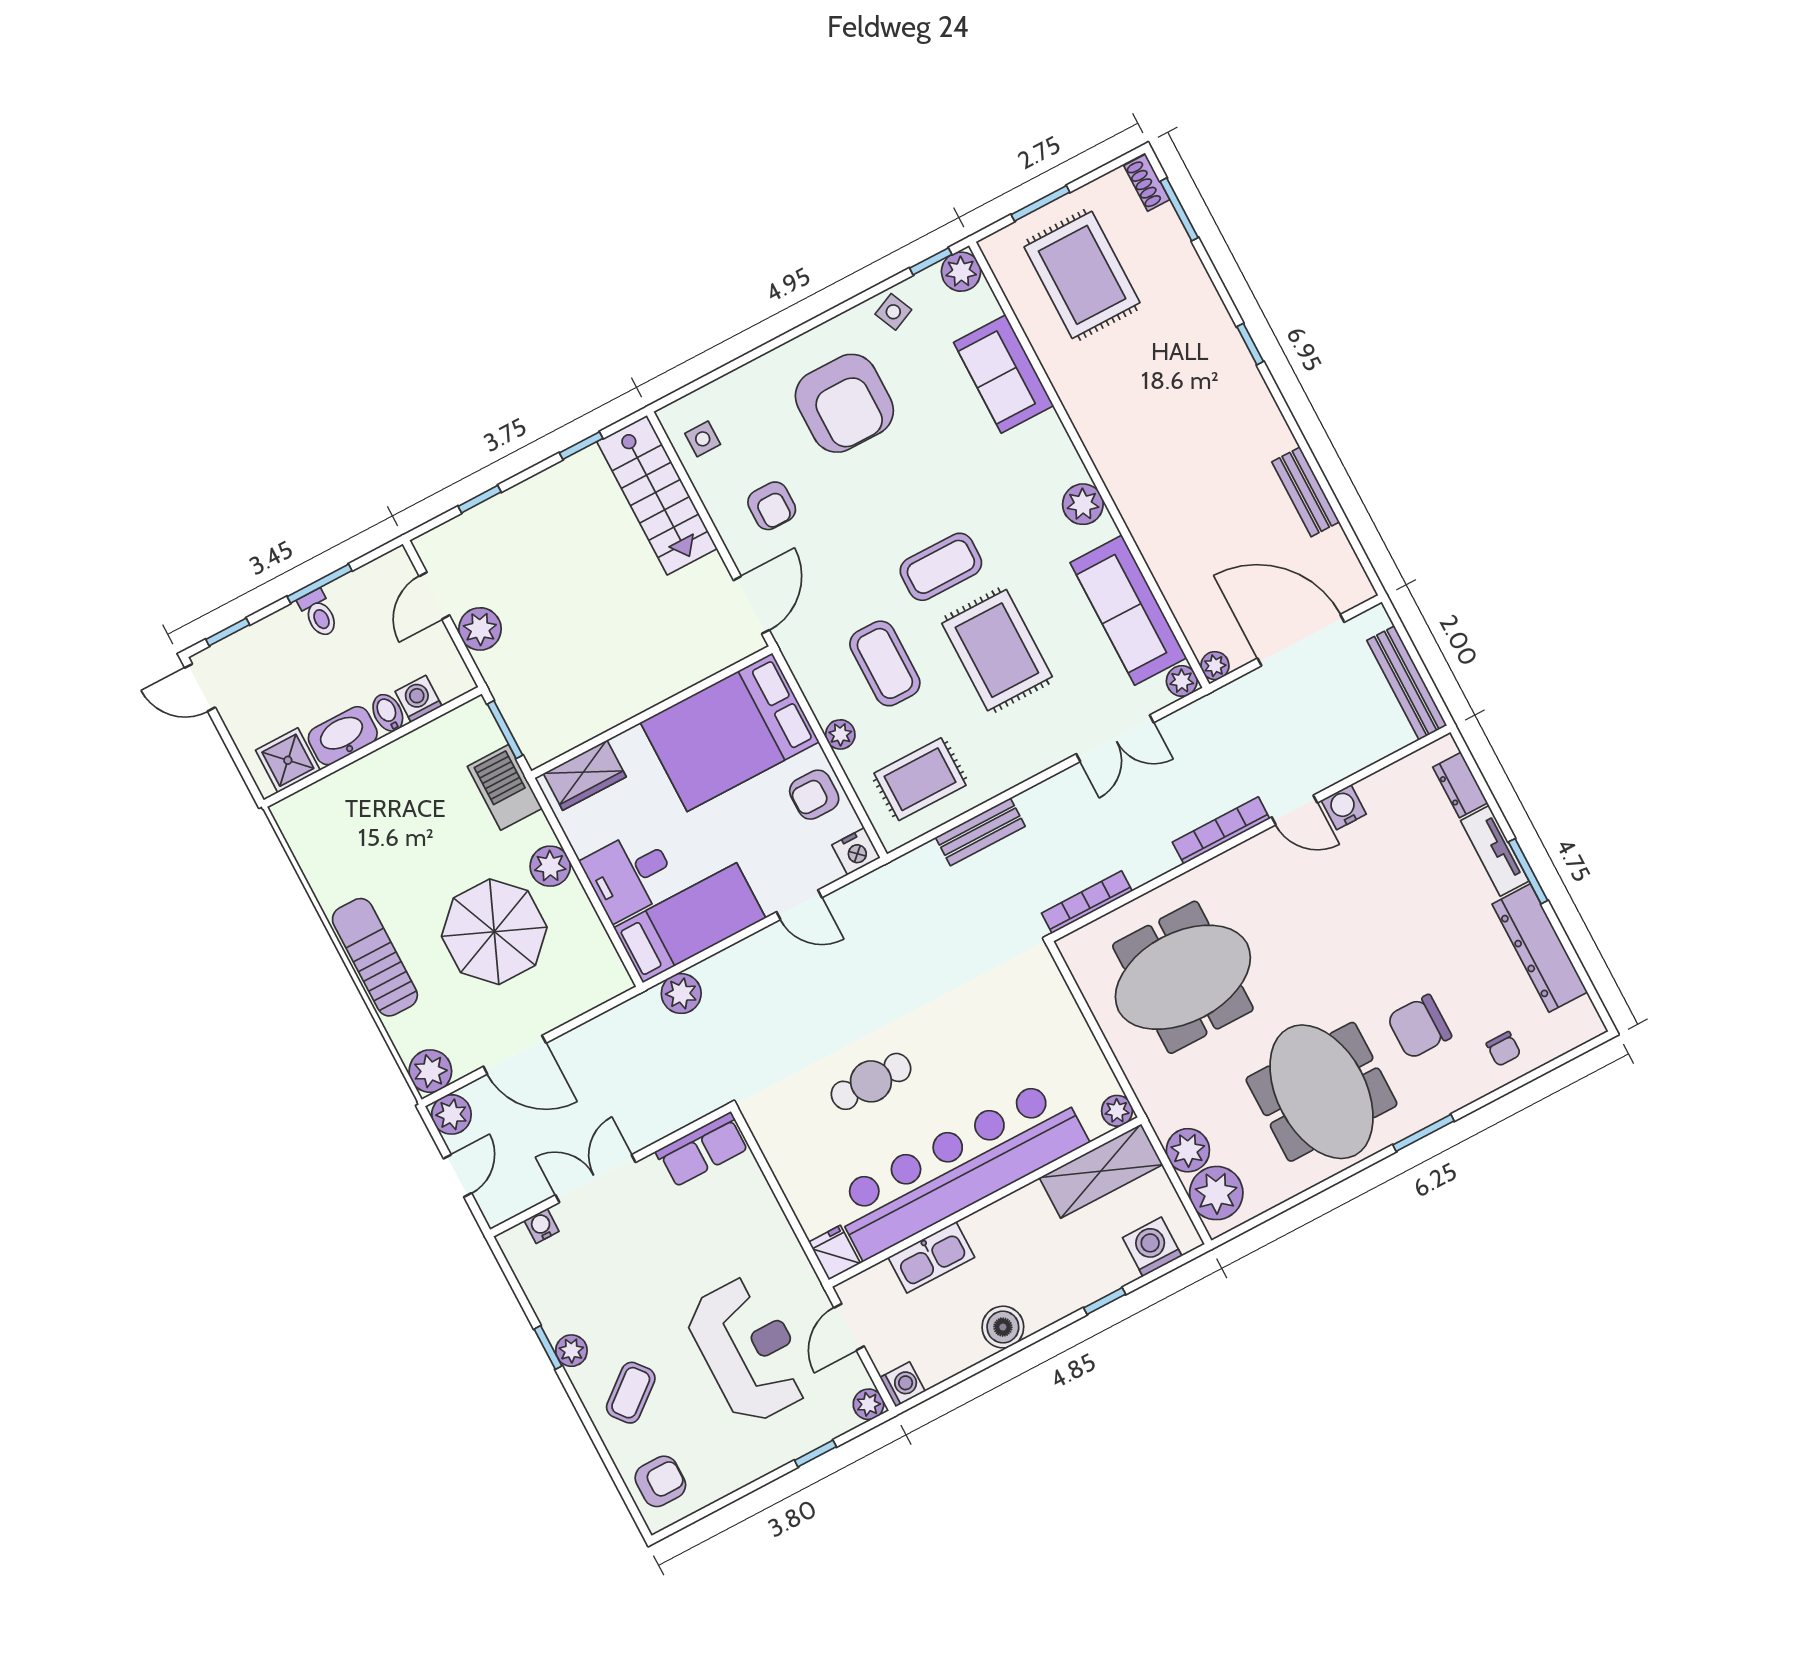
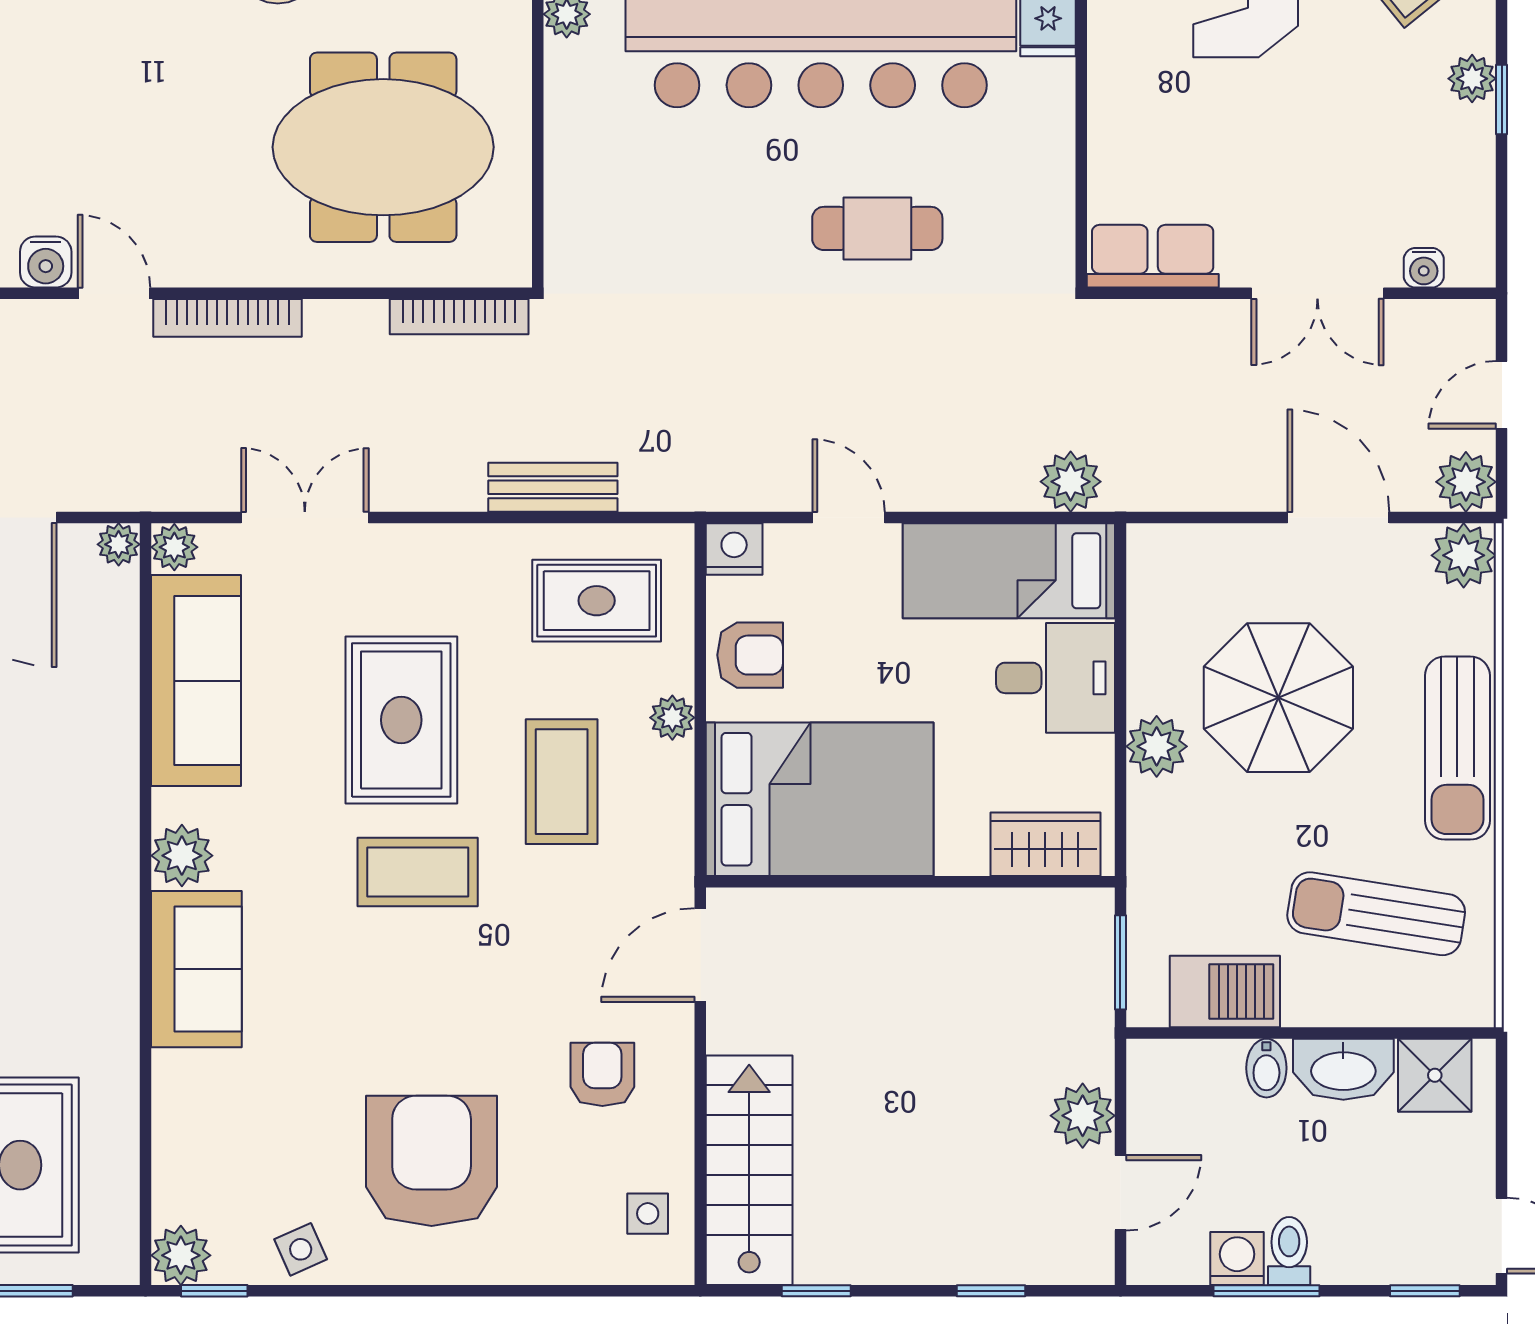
sofa: (1004, 374) -> (196, 969), moved
washing machine: (418, 699) -> (1237, 1258), moved, turned 180
barbecue: (505, 787) -> (1225, 991), moved, turned -90
sun lounger: (371, 836) -> (1376, 914), added

